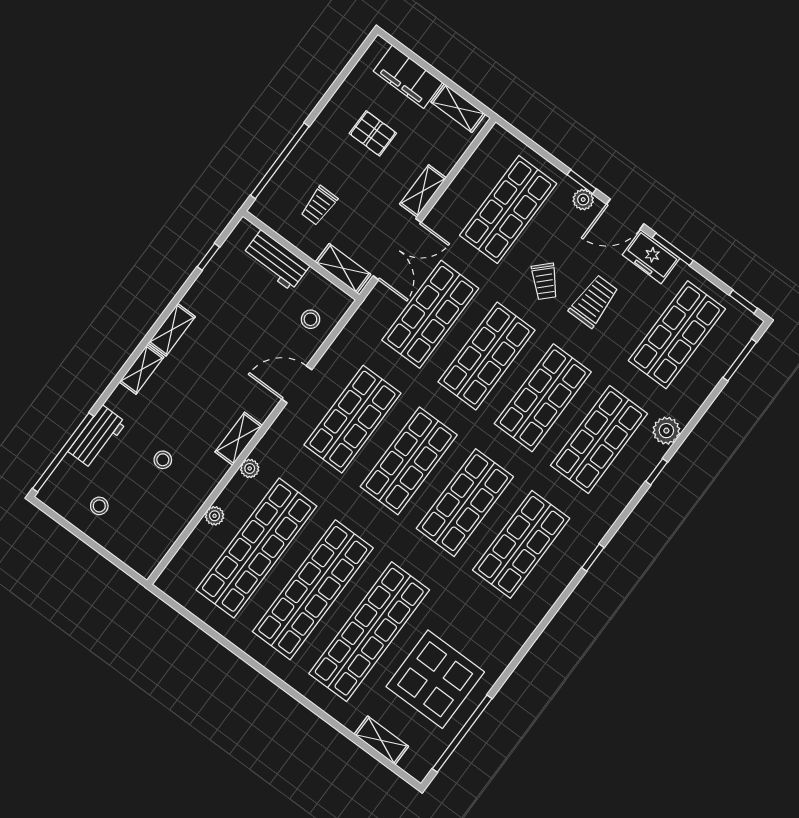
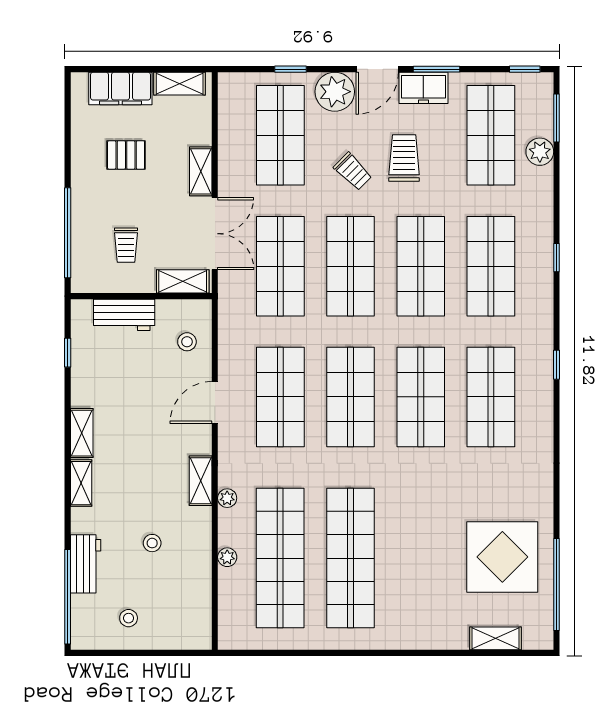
window: (582, 182) -> (291, 69), moved
plant: (583, 200) -> (335, 92), width x1.87, depth x1.87
plant: (666, 431) -> (540, 152), moved
shop shelf: (369, 632) -> (421, 558), removed

